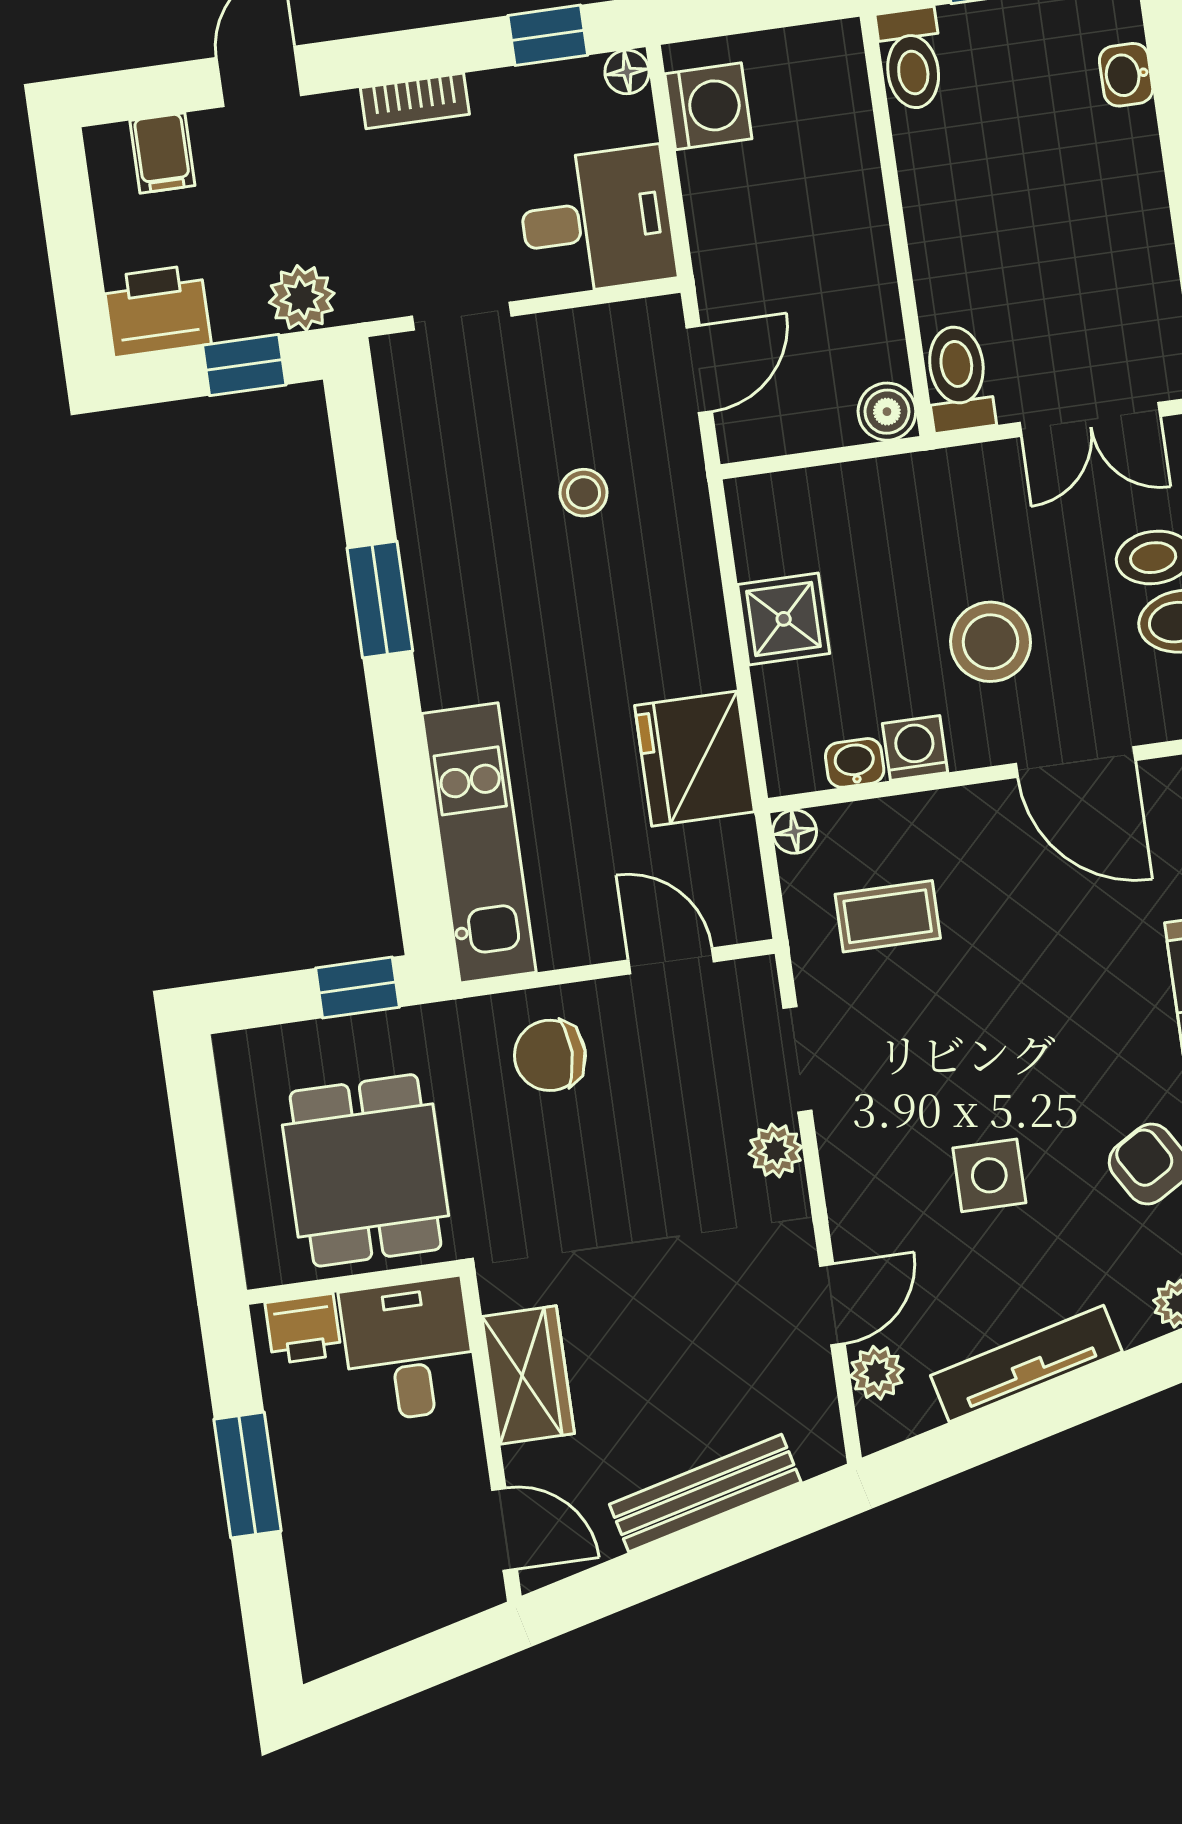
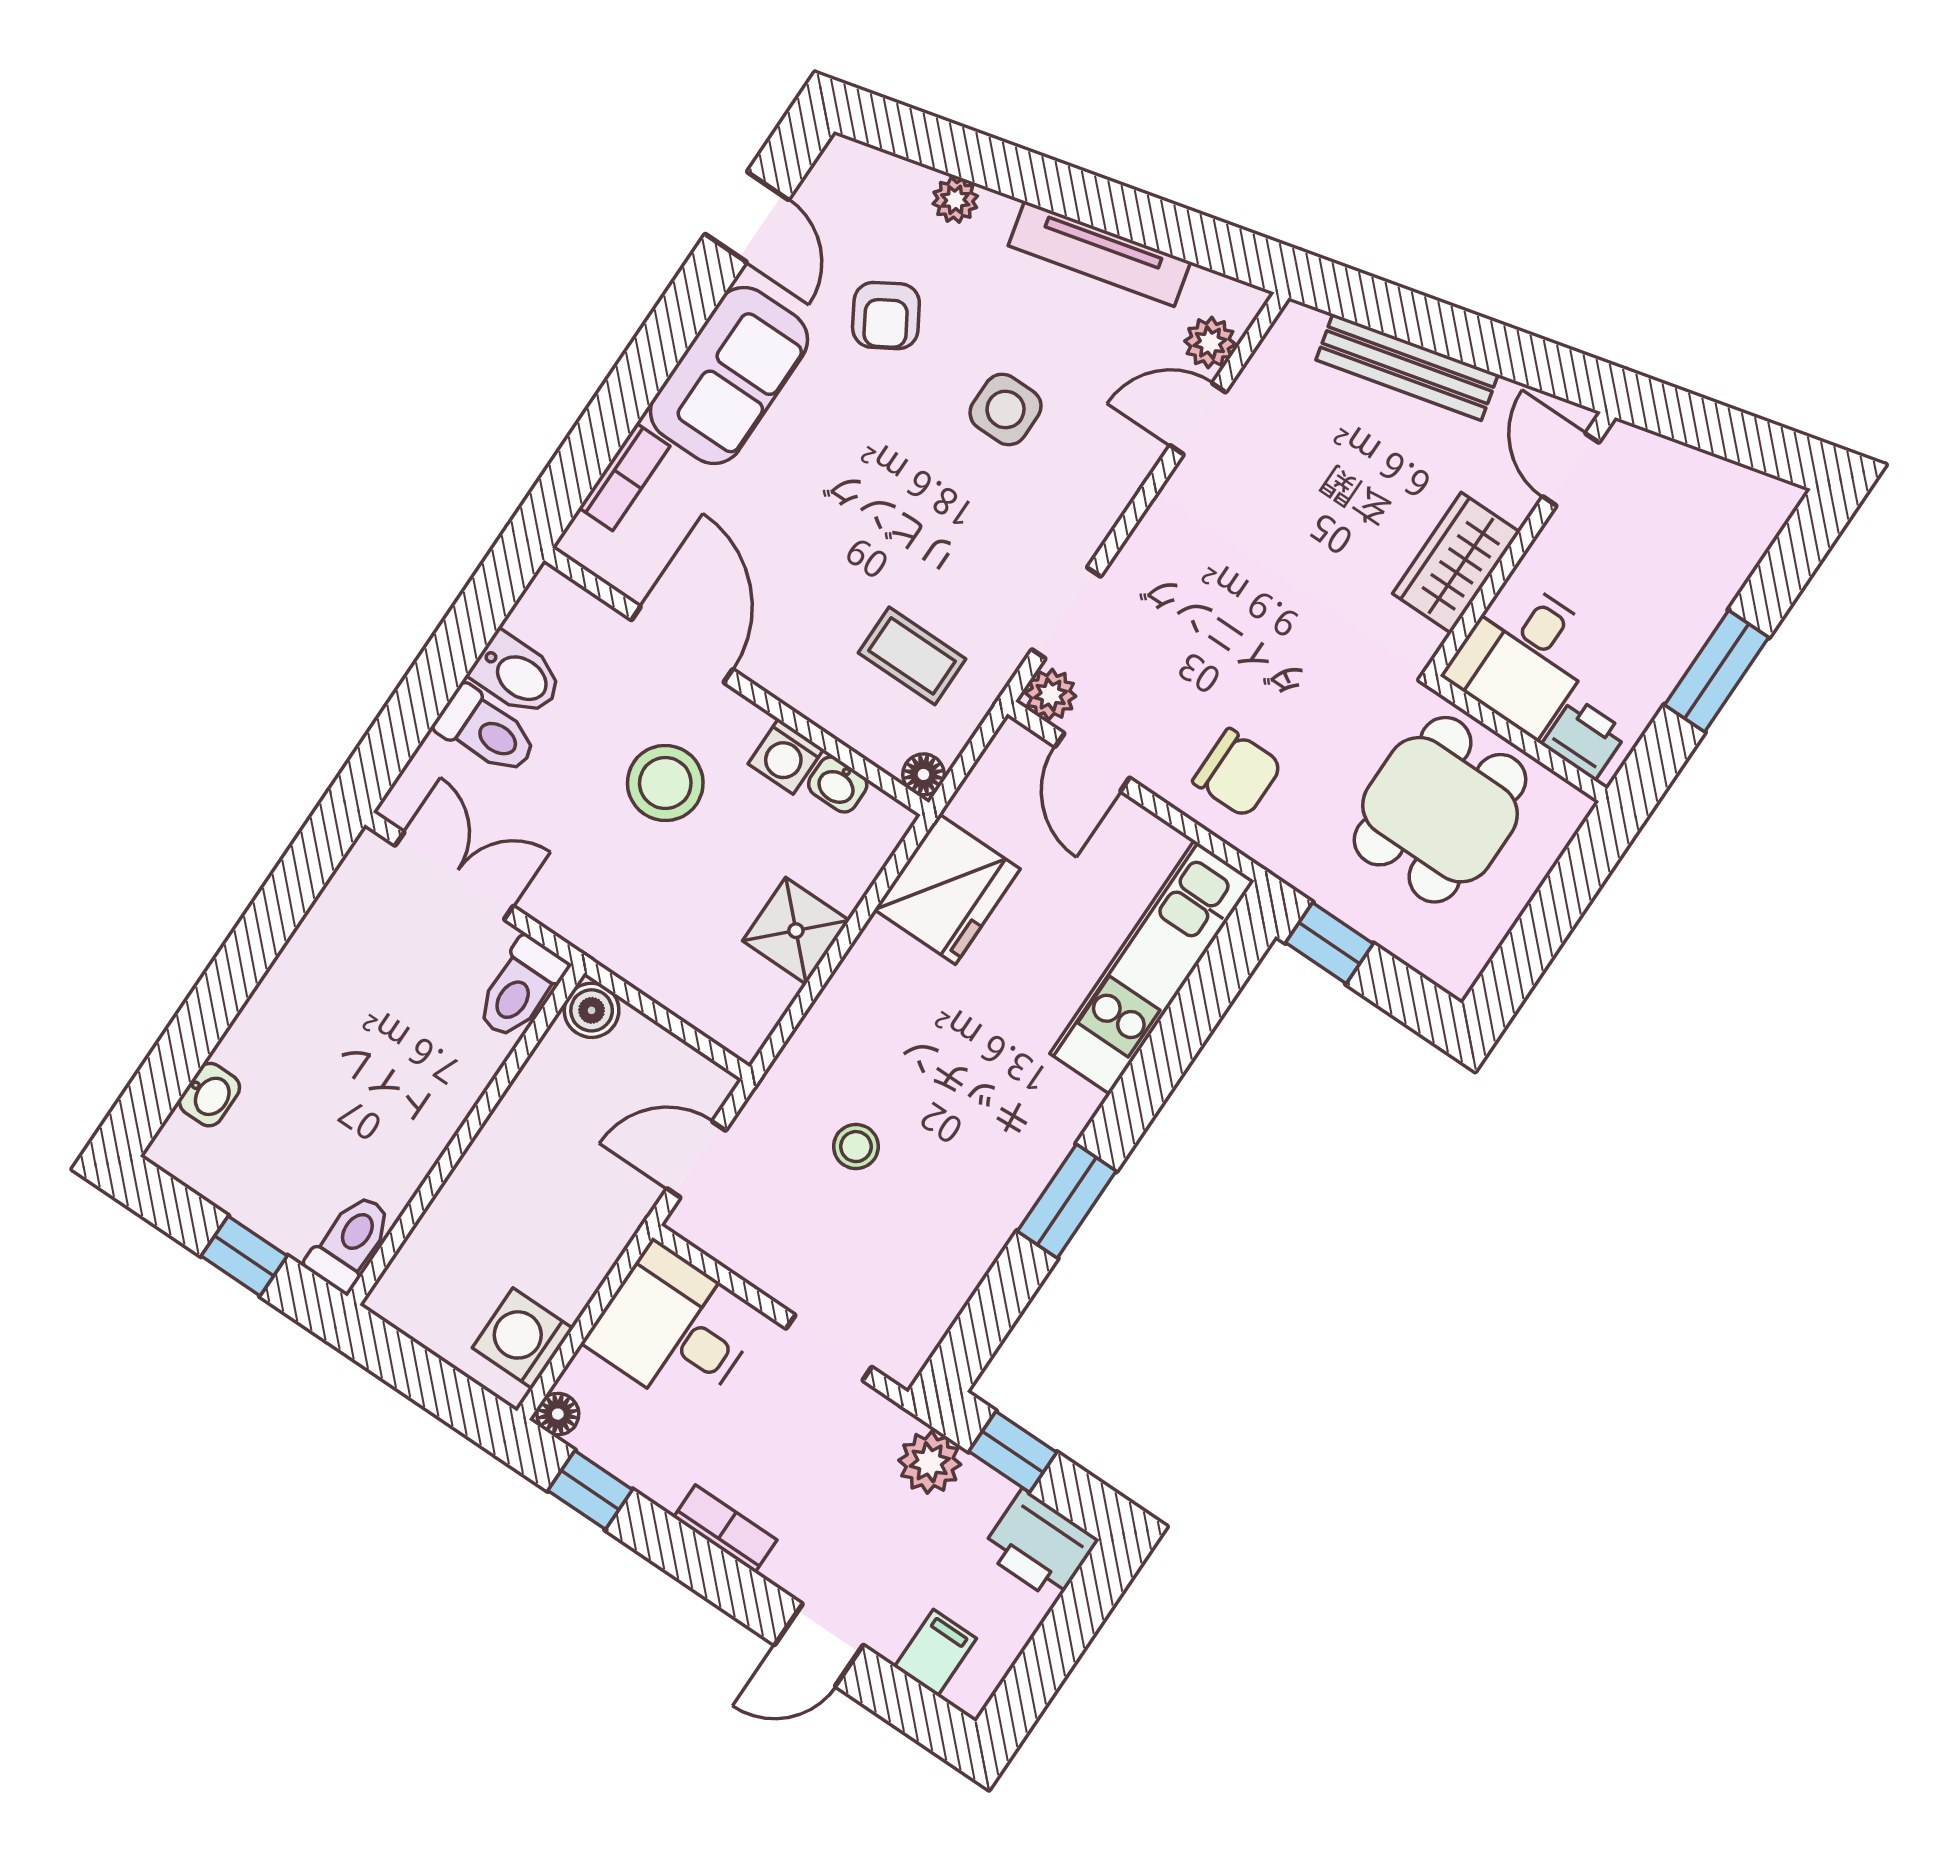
plant: (776, 1150) -> (1051, 695), moved

